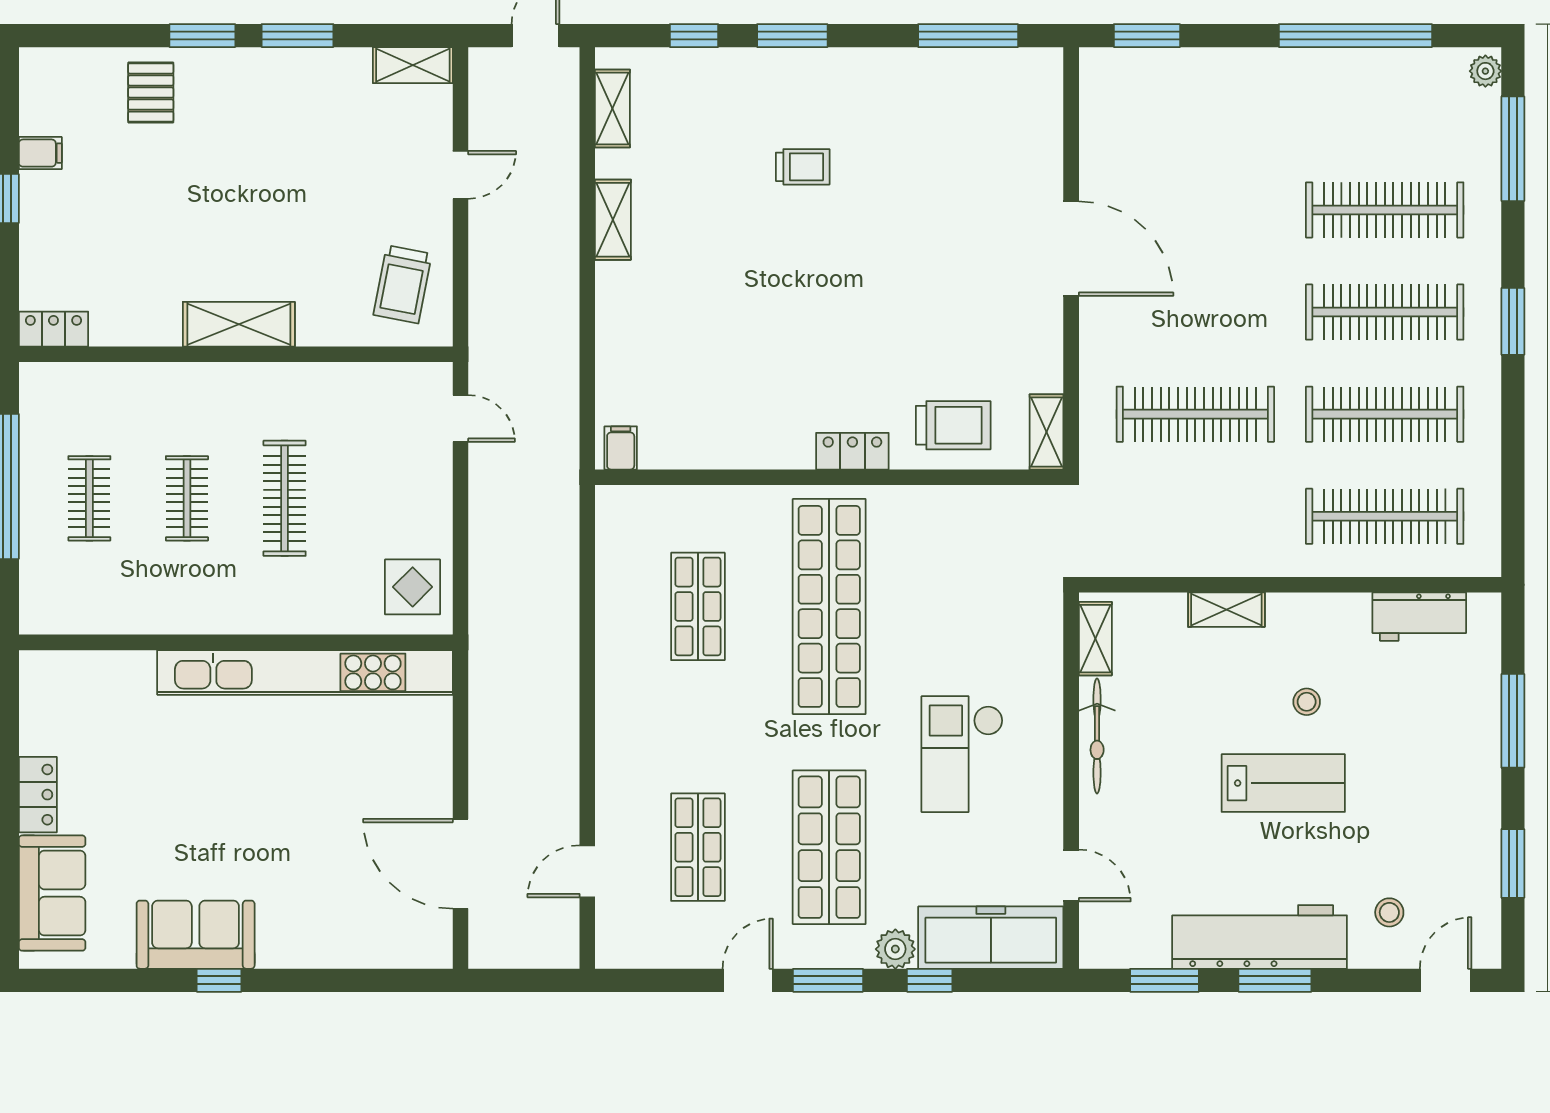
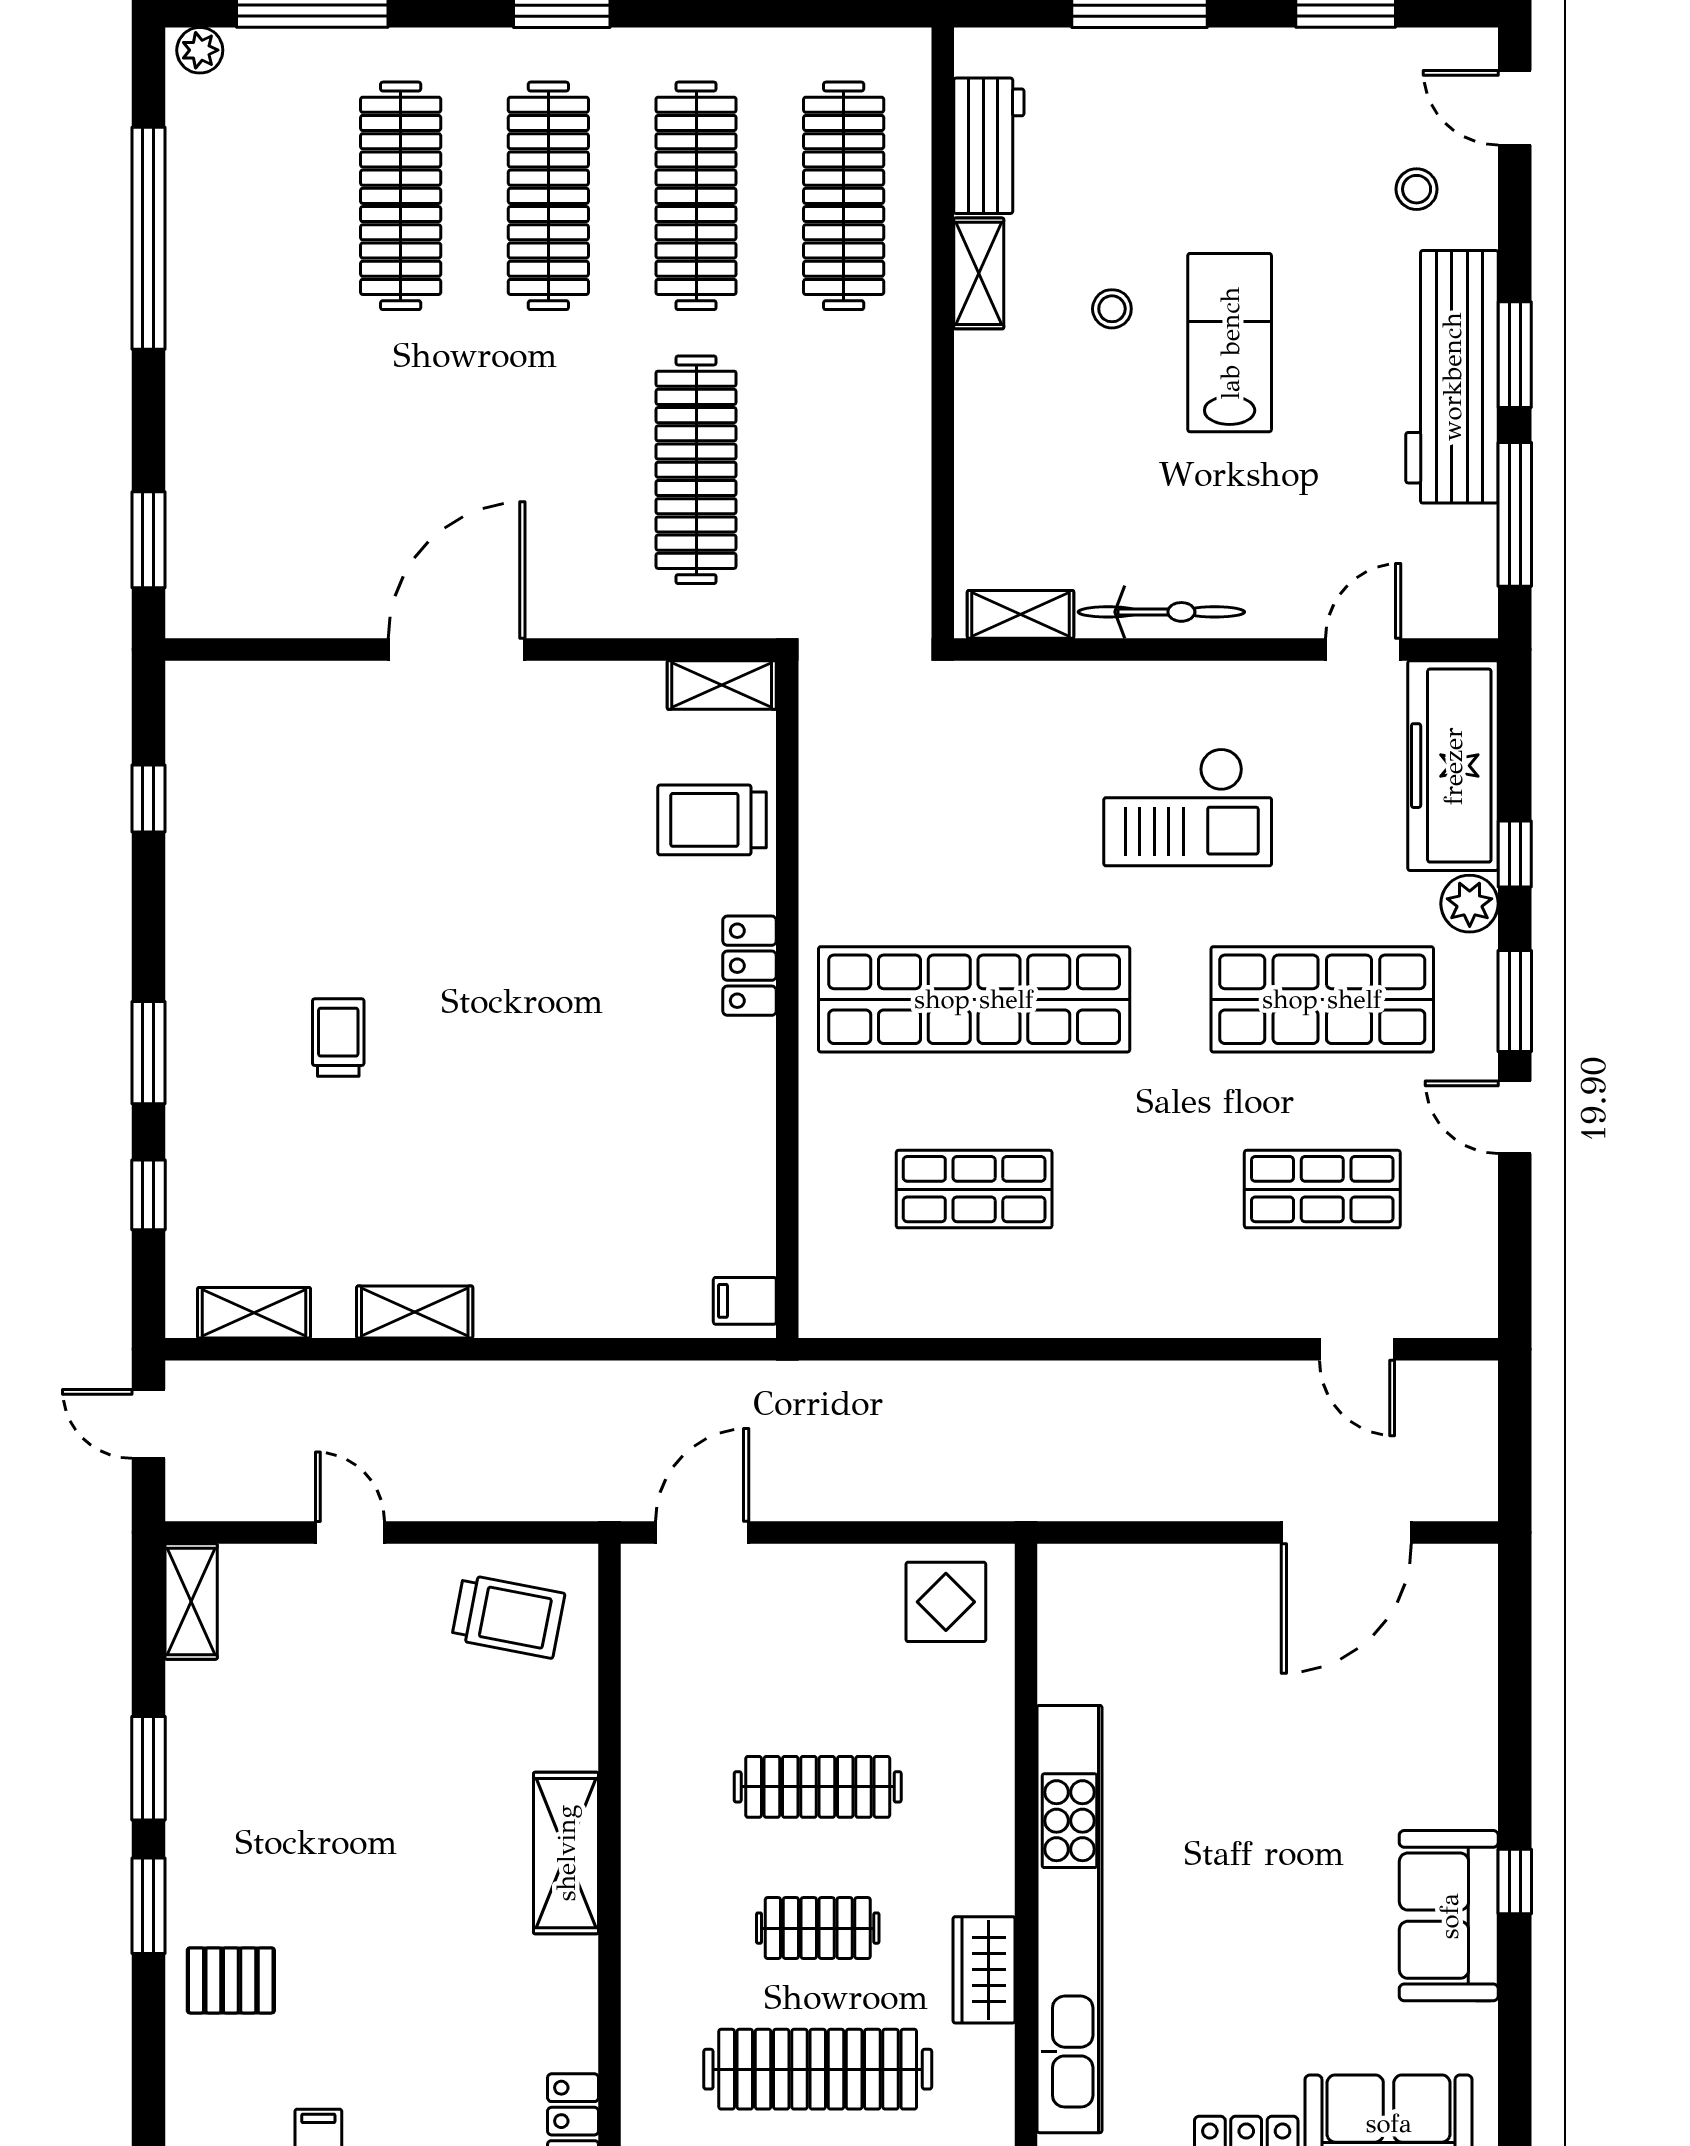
window: (968, 36) -> (148, 798), width x0.46
door: (460, 418) -> (702, 1533), width x1.38
trolley: (953, 425) -> (712, 820), turned -90
clothes rail: (89, 498) -> (818, 2069), width x1.86, depth x1.31
shelving: (1226, 610) -> (979, 273), moved
wardrobe: (158, 613) -> (984, 1970), added
kitchen unit: (305, 672) -> (1069, 1919), moved
window: (1165, 980) -> (1515, 514), width x1.44

